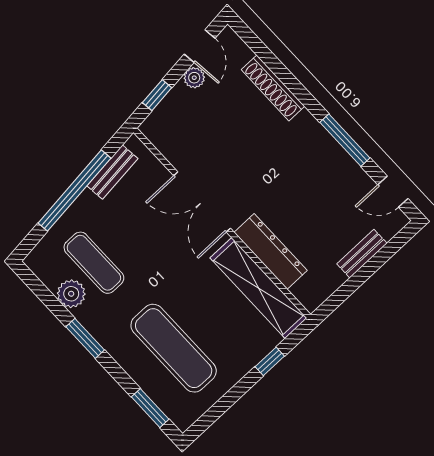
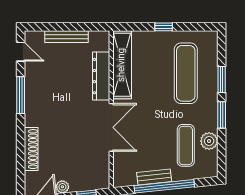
bench: (112, 172) -> (154, 177), moved
bench: (362, 254) -> (67, 37), width x1.36
window: (270, 361) -> (164, 27), moved
window: (150, 408) -> (222, 79), moved

